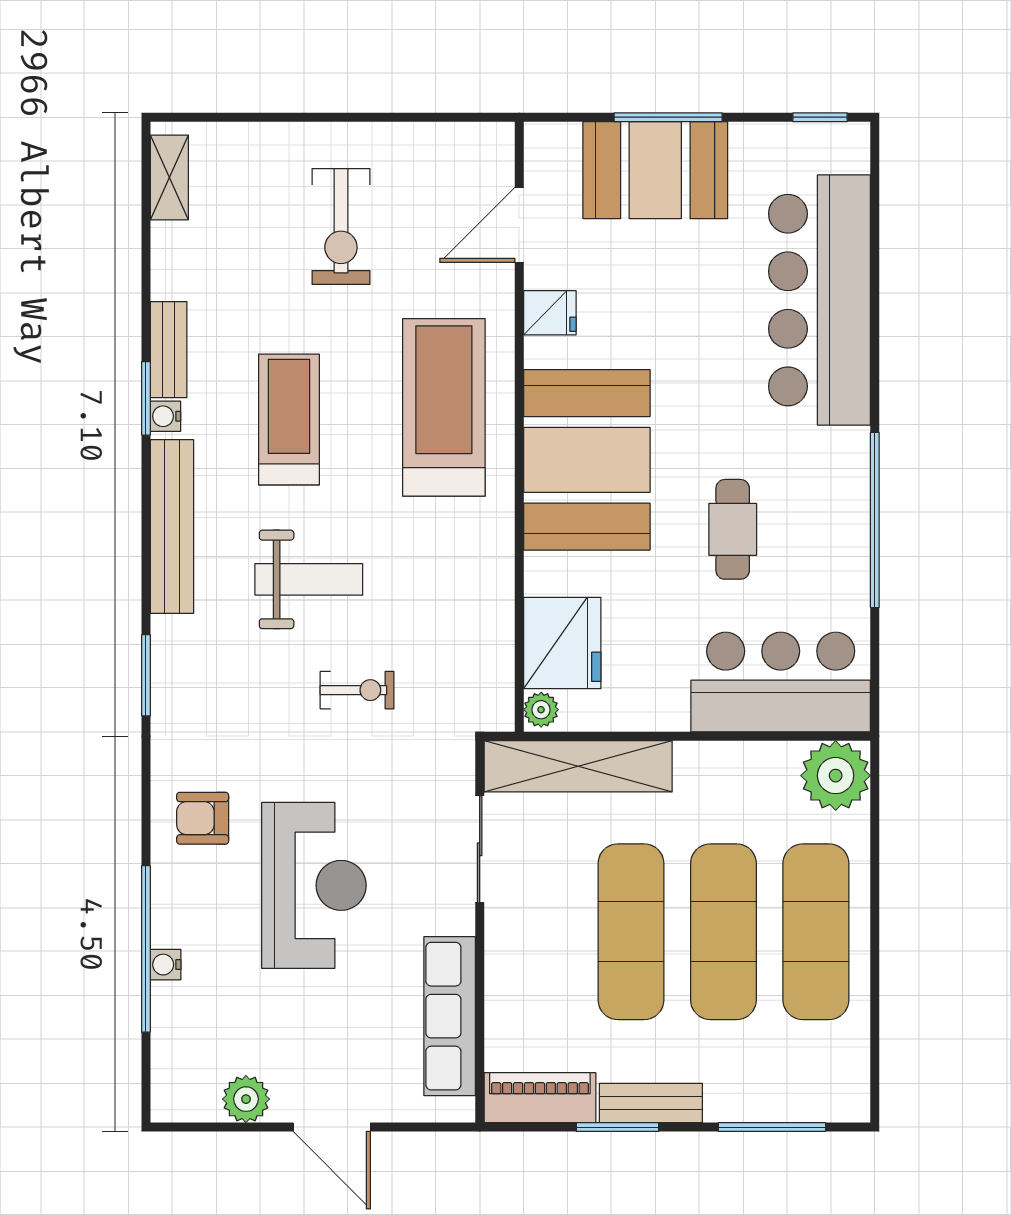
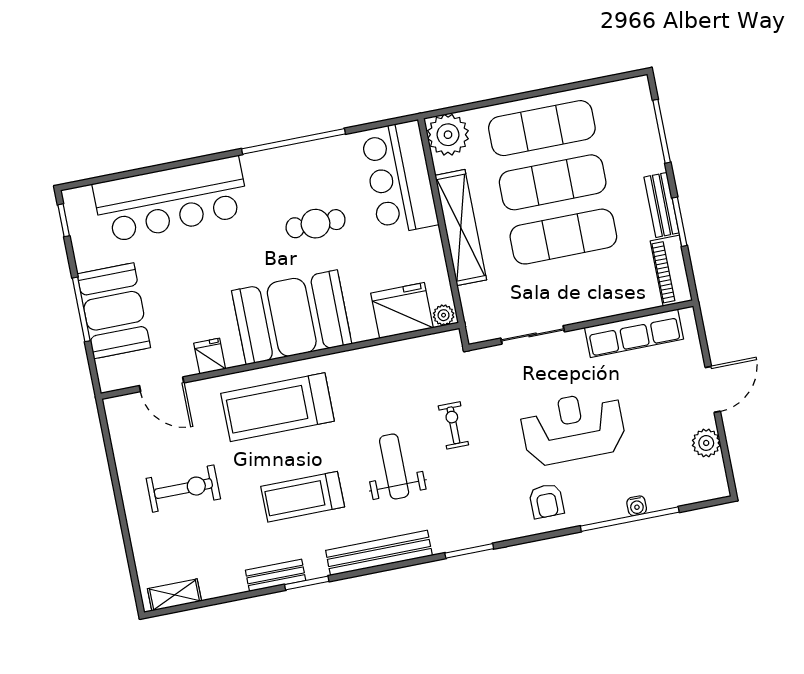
water cooler: (165, 416) -> (315, 570), removed
shelving: (578, 766) -> (461, 228), moved

